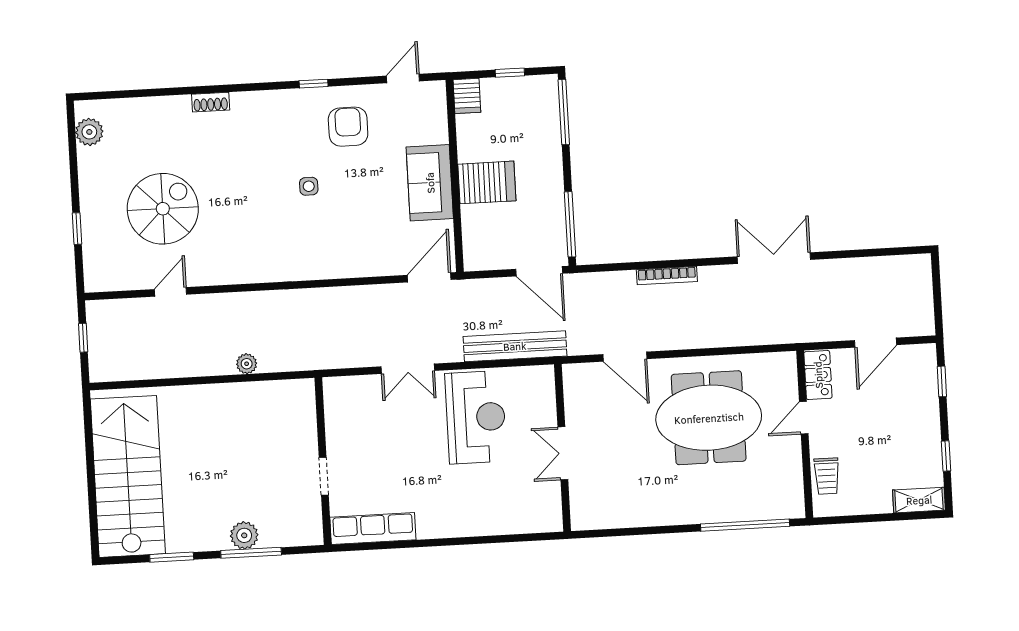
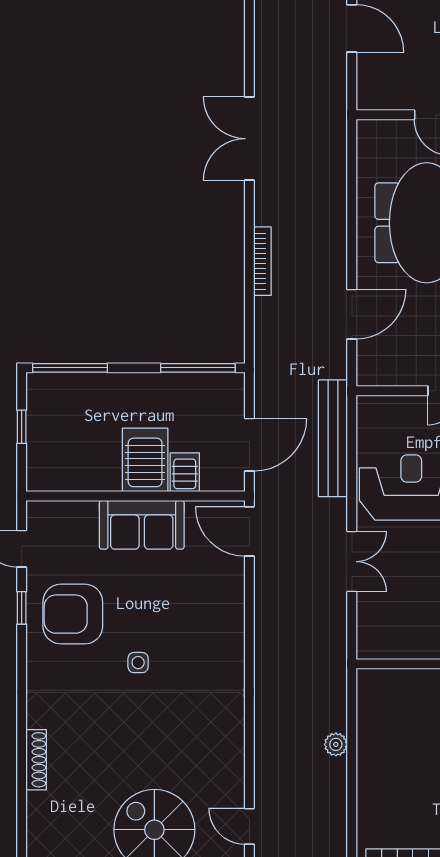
window: (314, 84) -> (22, 608), moved
server rack: (467, 96) -> (185, 472), moved, turned -90
shoe rack: (211, 102) -> (36, 760), width x1.43
armchair: (348, 127) -> (73, 614), width x1.36, depth x1.36
door: (539, 271) -> (249, 445), moved
locker: (818, 375) -> (385, 96), removed

